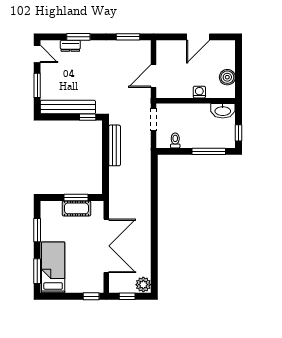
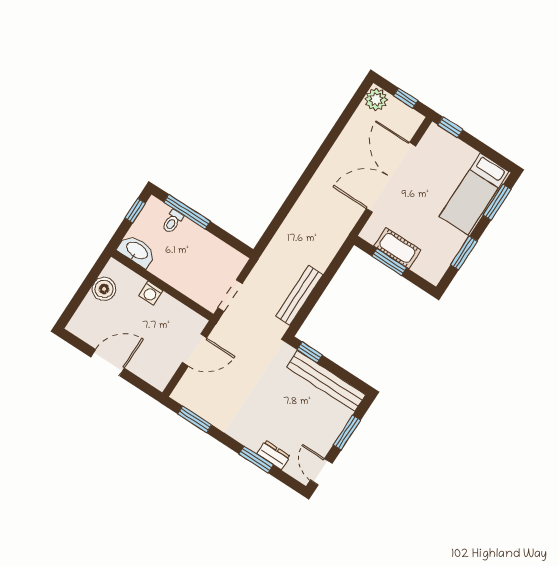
toilet: (175, 141) -> (172, 222), moved

